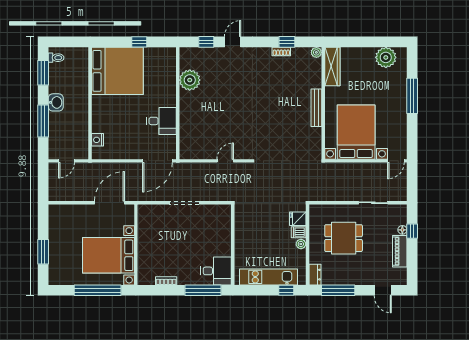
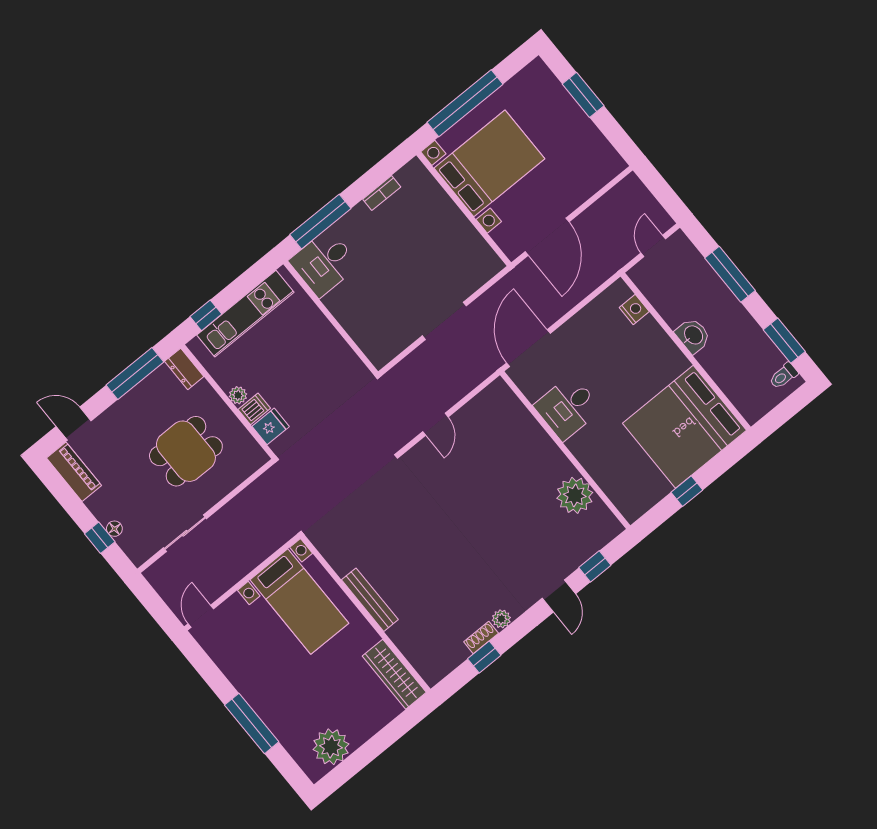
plant: (316, 52) -> (501, 619), moved
washbasin: (56, 102) -> (693, 335), moved, turned 180
bed with nightstands: (356, 132) -> (299, 602), width x0.73
piano: (400, 251) -> (74, 472), moved

